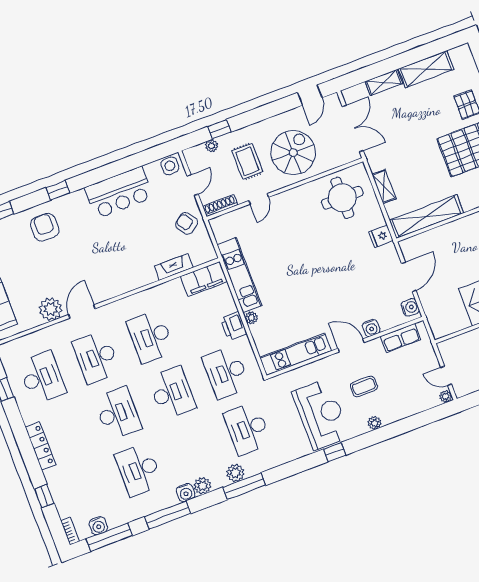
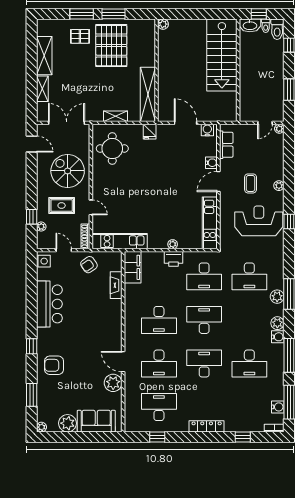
kitchen unit: (240, 275) -> (120, 241), moved

